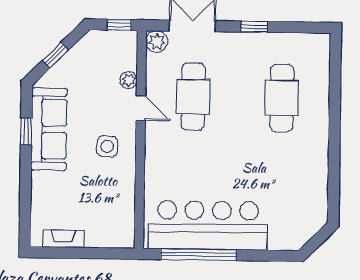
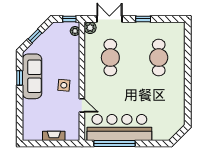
plant: (128, 80) -> (75, 31), moved
door: (141, 108) -> (82, 105), moved
fireplace: (63, 239) -> (54, 136), moved

